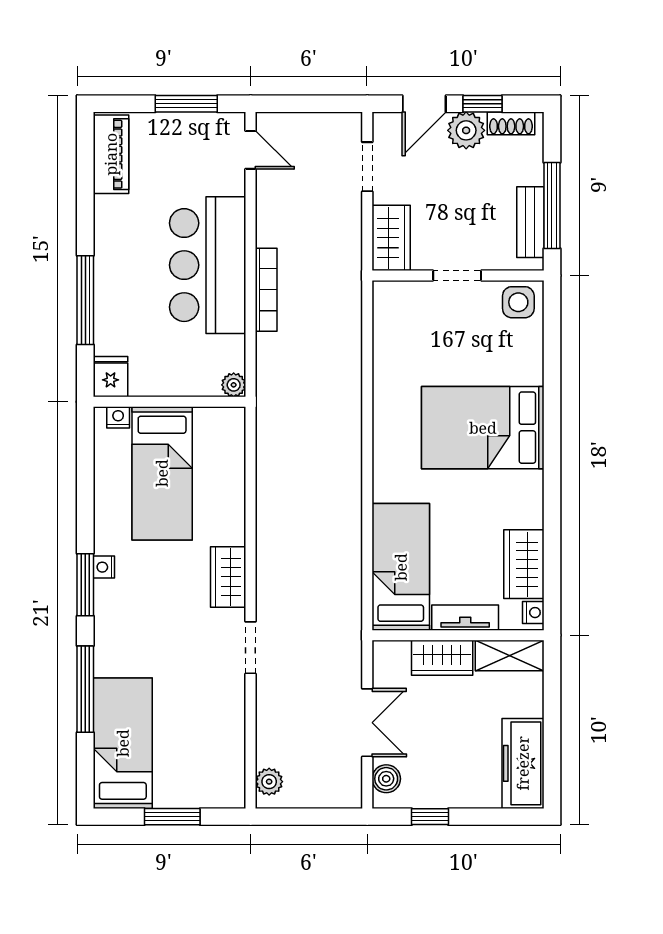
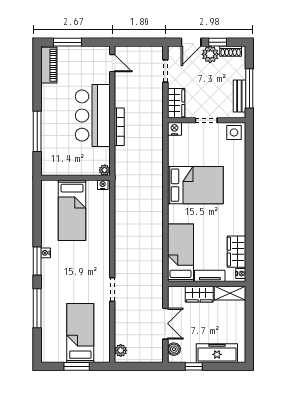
window: (186, 104) -> (67, 42), moved
nightstand: (387, 294) -> (174, 129), added
fridge: (111, 377) -> (49, 166), removed
nightstand: (118, 417) -> (103, 185), moved
bed: (483, 428) -> (195, 185), moved, turned 180
wardrobe: (228, 577) -> (102, 257), removed
bed: (123, 743) -> (80, 333), moved
freezer: (523, 763) -> (217, 353), moved, turned 90

